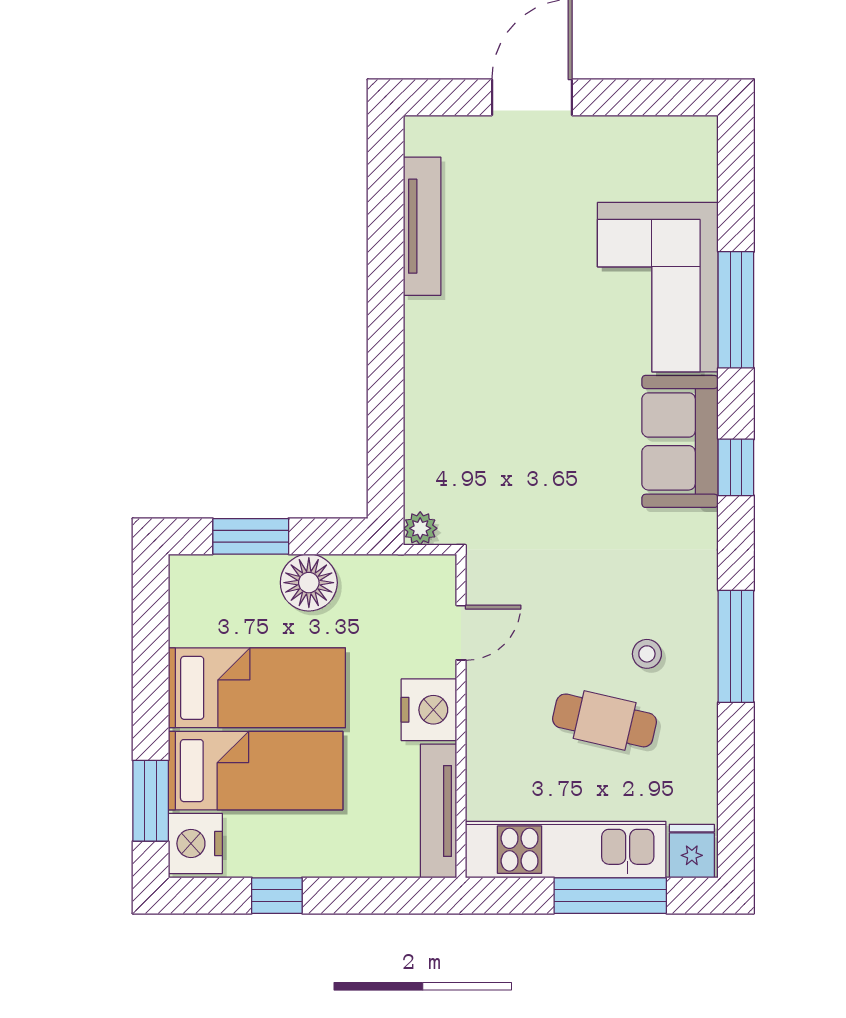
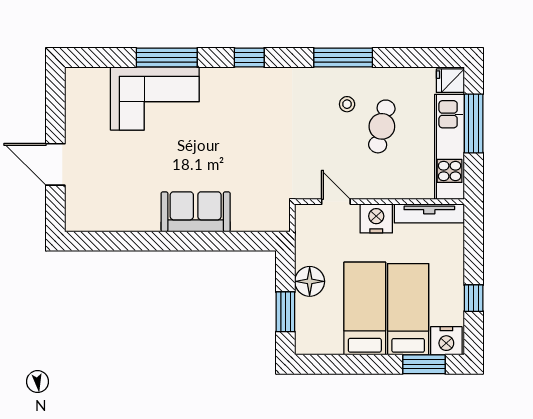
tv unit: (422, 226) -> (123, 222), removed
sofa: (680, 441) -> (196, 212), moved, turned 180
plant: (420, 528) -> (281, 223), removed

